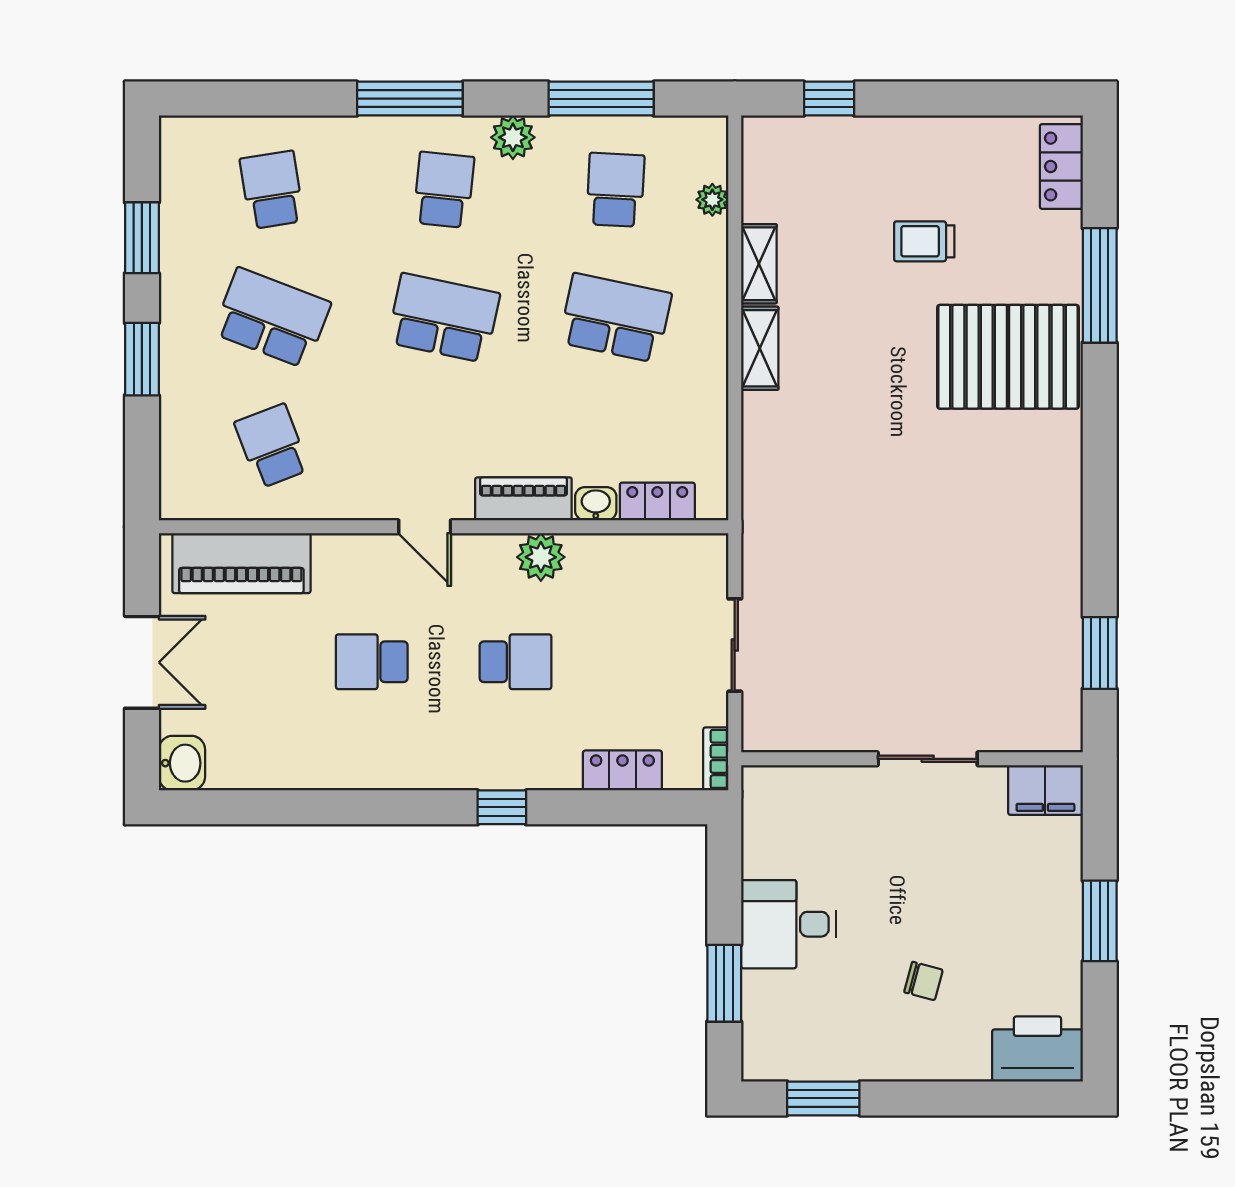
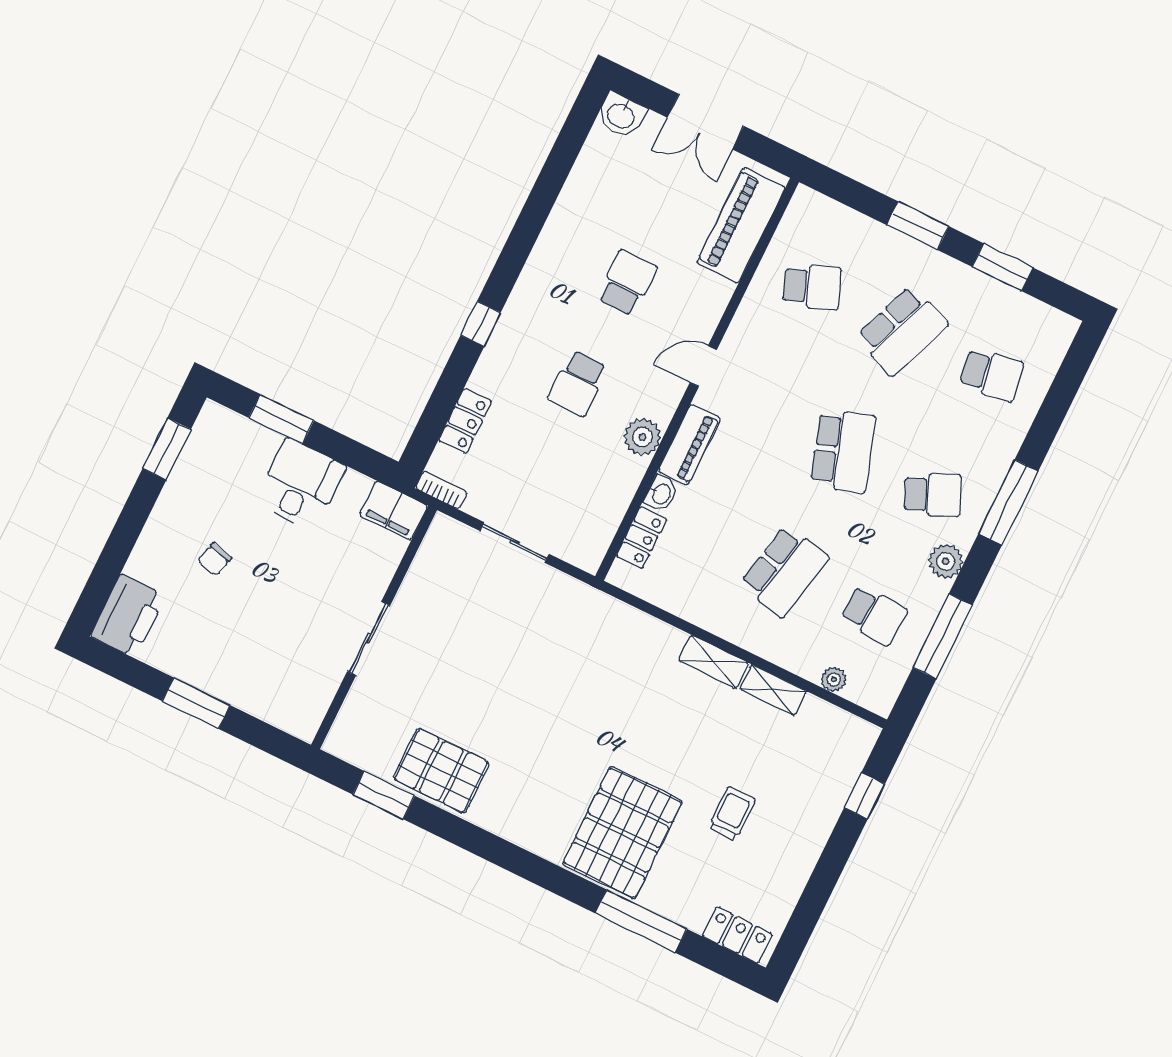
school desk: (444, 190) -> (933, 495), turned -30
school desk: (444, 318) -> (843, 451), turned -30
pallet: (1039, 600) -> (441, 771), added
filing cabinet: (1045, 790) -> (394, 510), moved, turned -90

